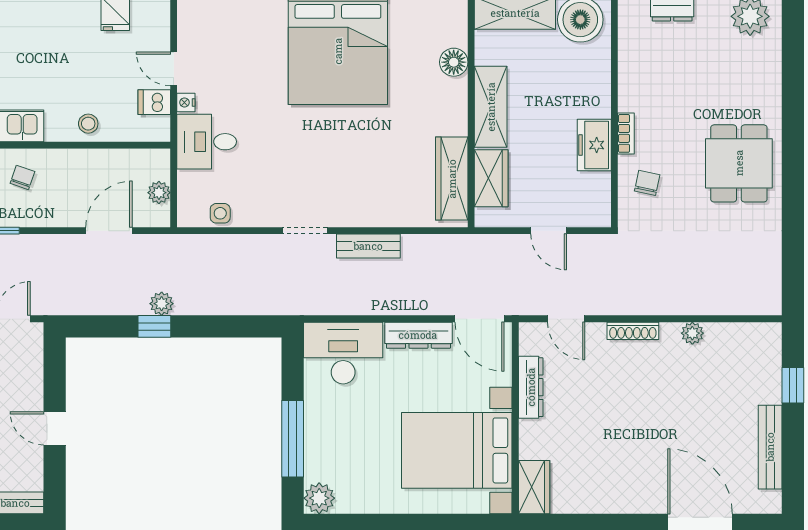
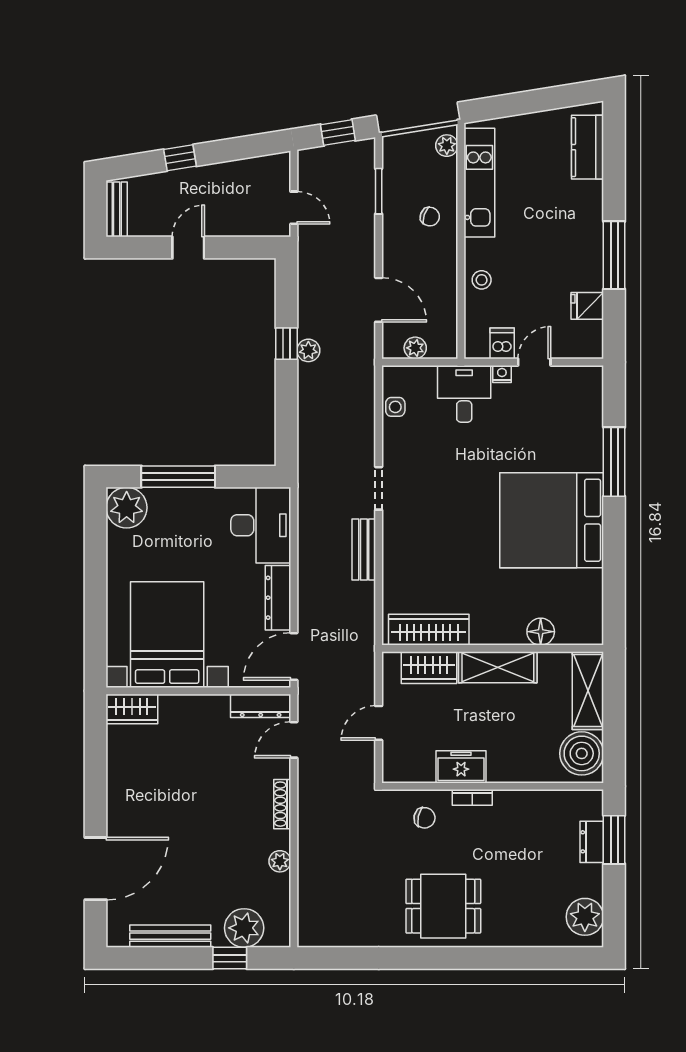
plant: (762, 370) -> (244, 928), added
dresser: (531, 387) -> (261, 706), moved
plant: (319, 498) -> (127, 508), width x1.36, depth x1.36

